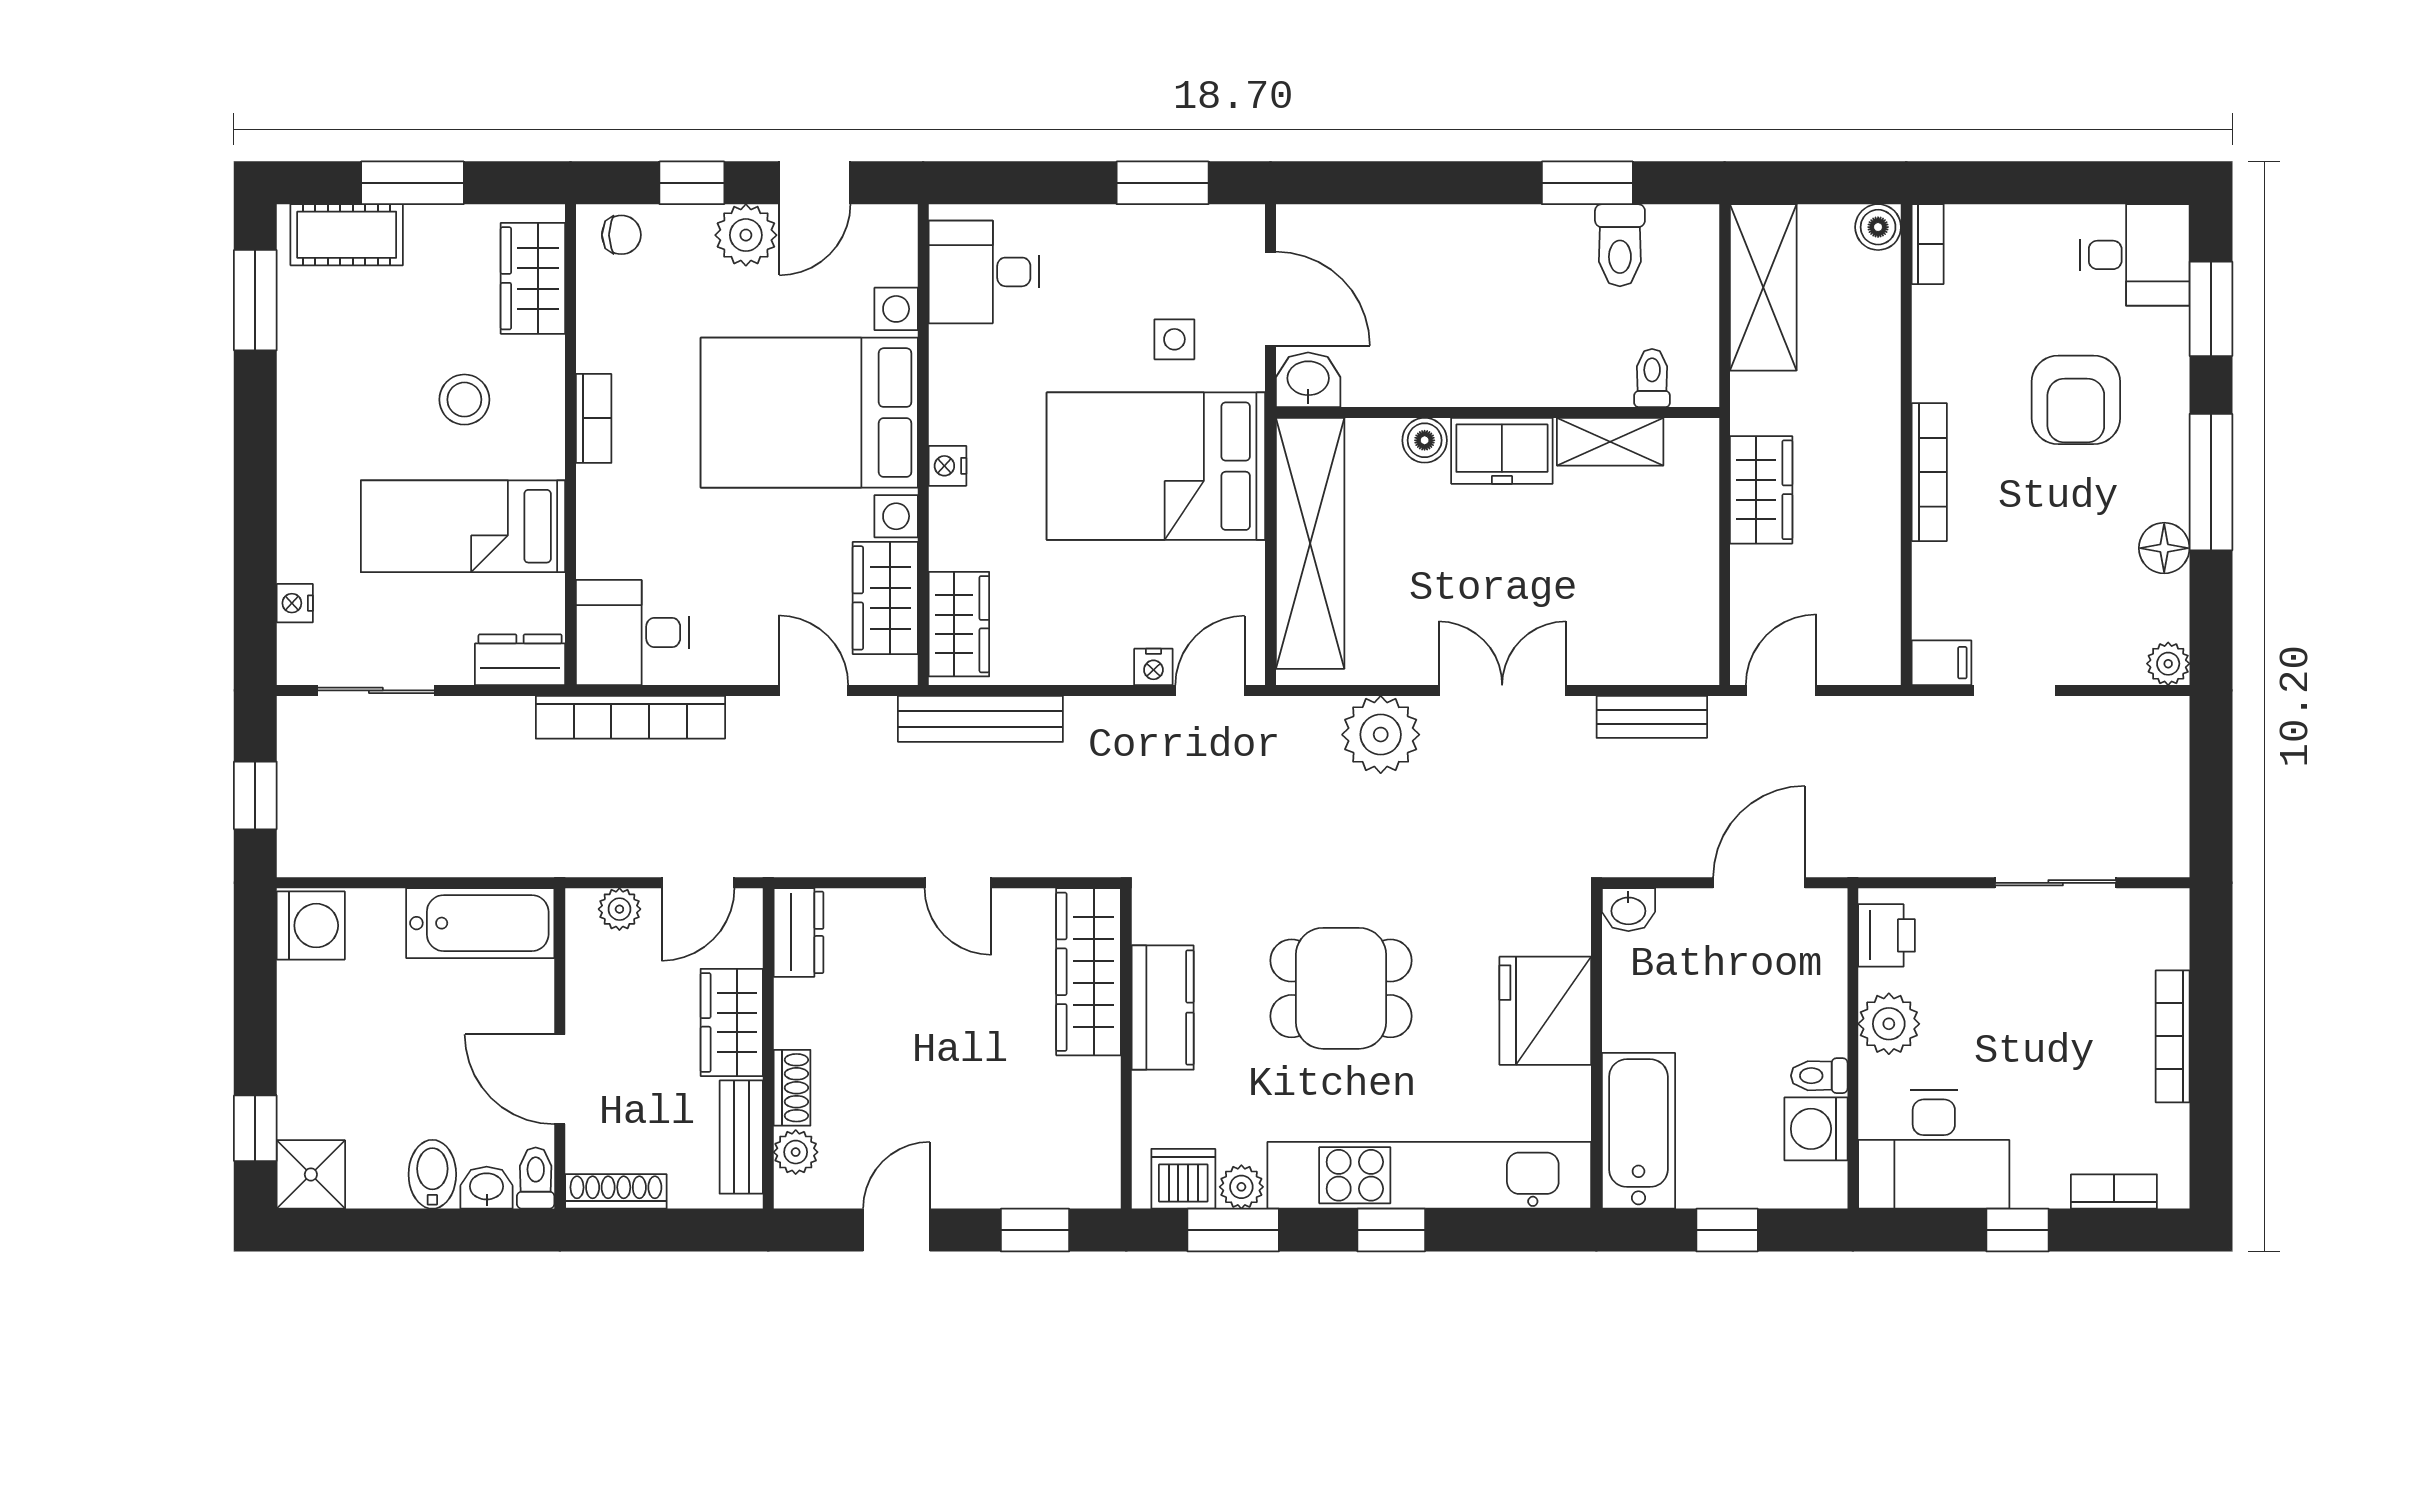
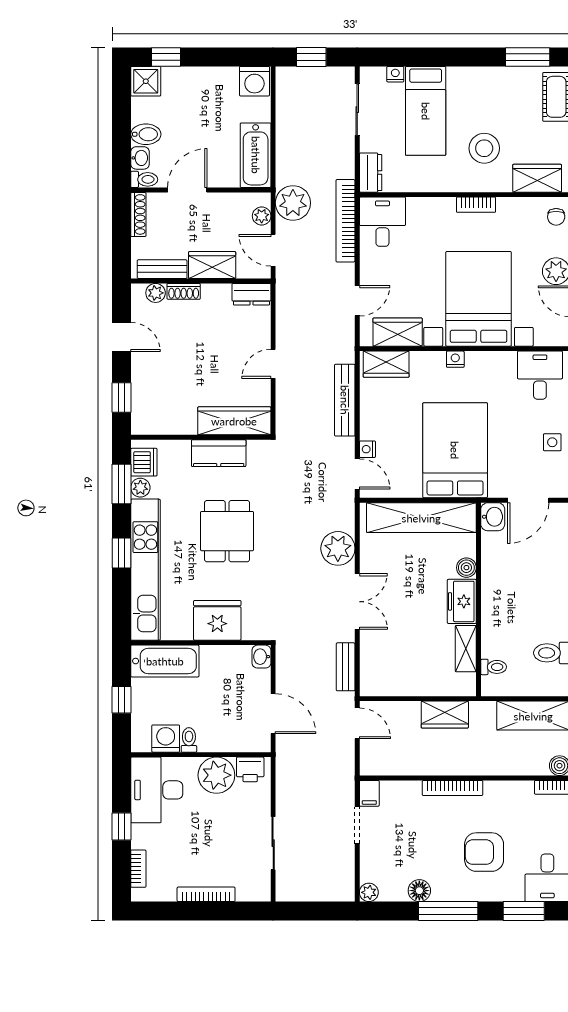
side table: (1174, 339) -> (552, 442), moved
stool: (464, 400) -> (484, 148), width x1.38, depth x1.38
bed: (463, 526) -> (426, 111), moved, turned 180
bench: (980, 719) -> (345, 400), moved
plant: (590, 837) -> (293, 203), added
plant: (1889, 1024) -> (216, 775), width x1.36, depth x1.36

